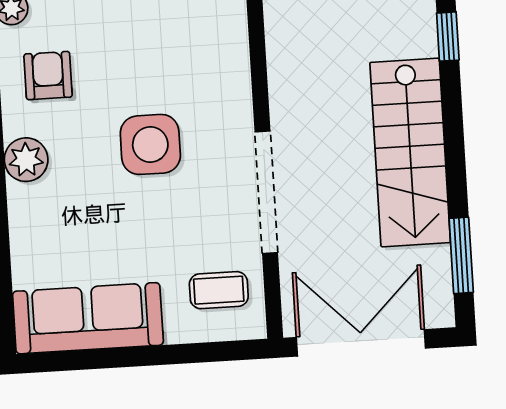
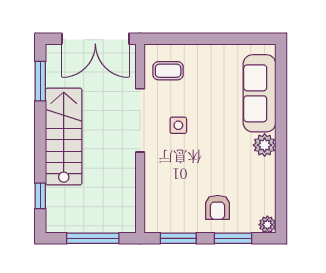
armchair: (48, 76) -> (218, 207), moved
side table: (150, 144) -> (178, 125), moved, width x0.54, depth x0.54
sofa: (88, 318) -> (260, 93), moved, turned 90

